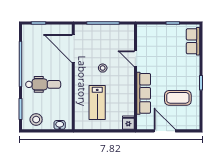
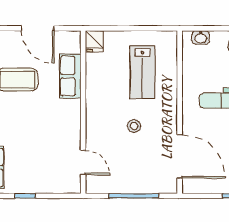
door: (135, 59) -> (83, 162), moved
row of seats: (144, 93) -> (70, 76), width x0.68
lab bench: (97, 103) -> (142, 72), turned 180

